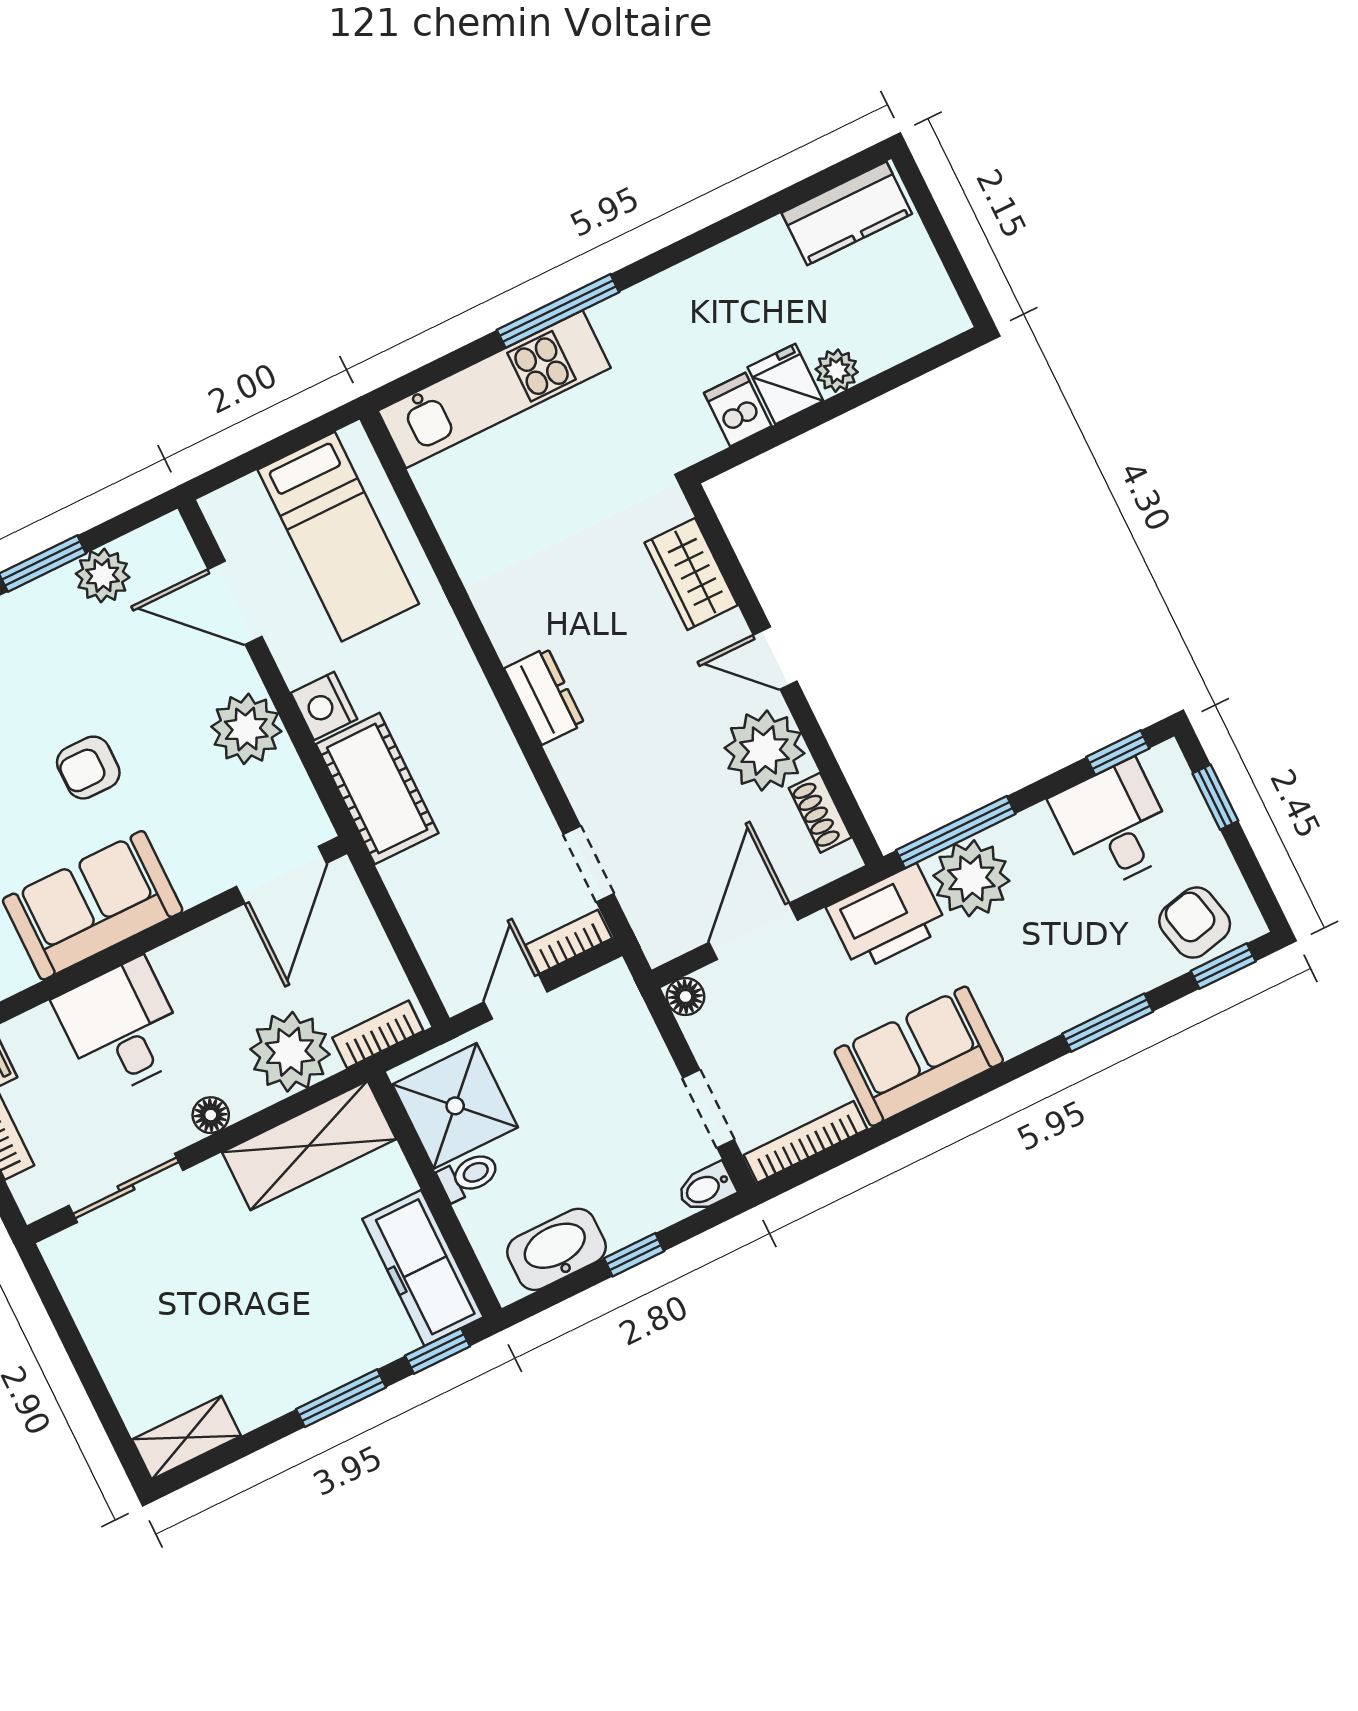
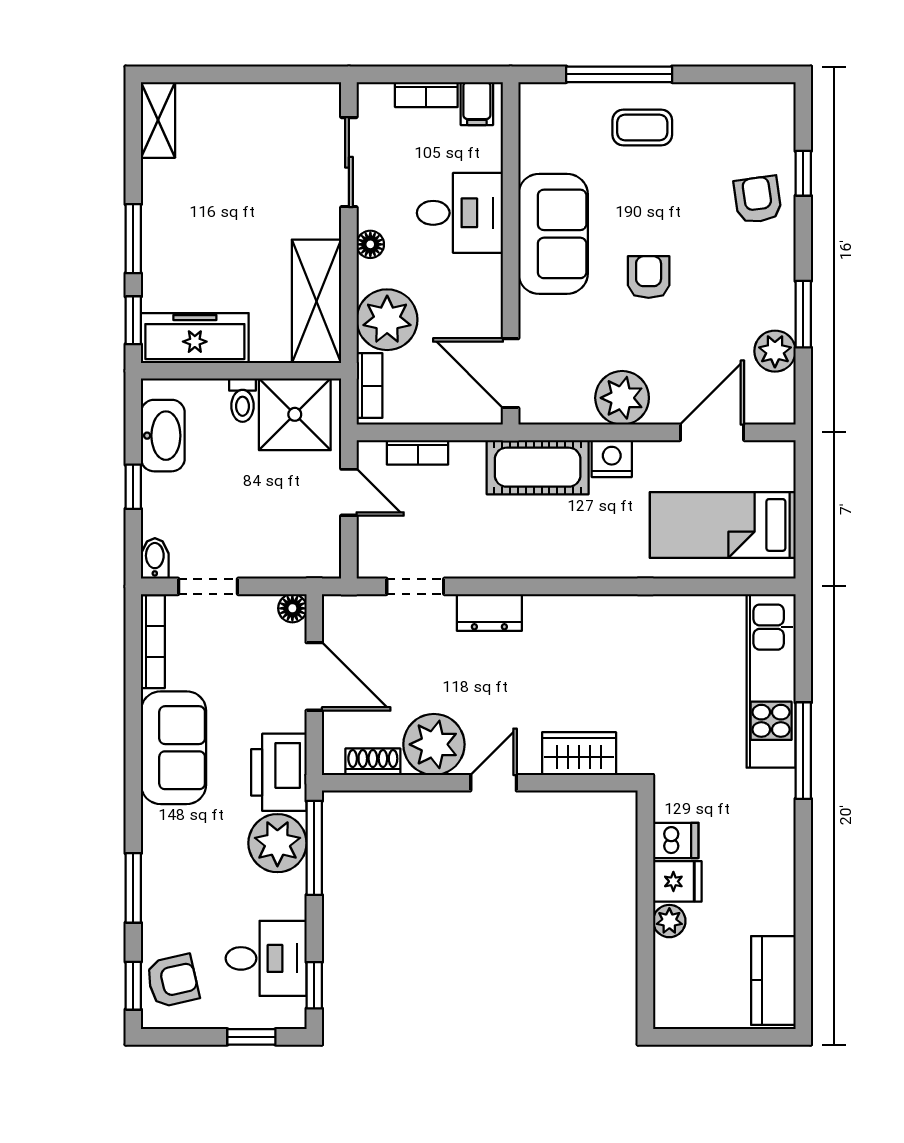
dresser: (544, 696) -> (489, 612), moved
bookcase: (569, 942) -> (418, 452), moved, turned 90

